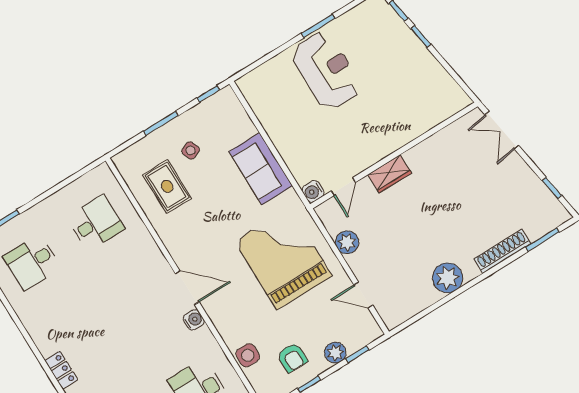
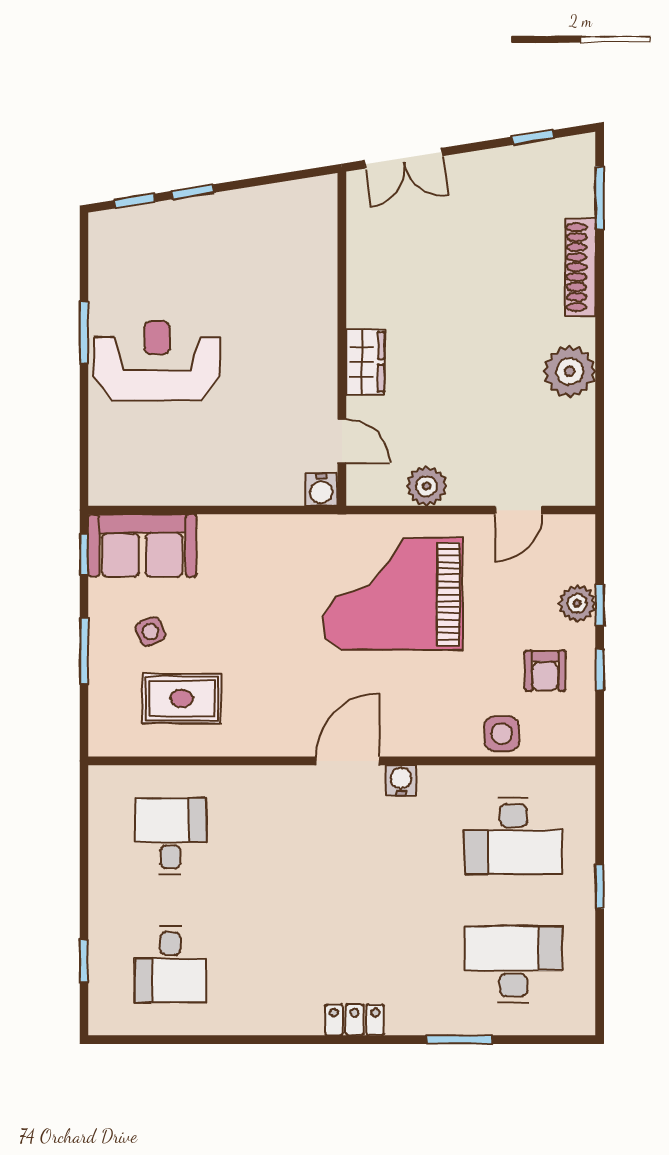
sofa: (261, 169) -> (142, 546), moved
window: (357, 354) -> (600, 605), moved
armchair: (292, 357) -> (545, 671), turned 90

